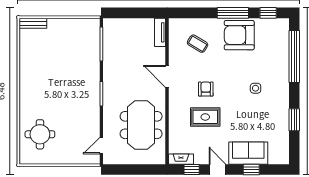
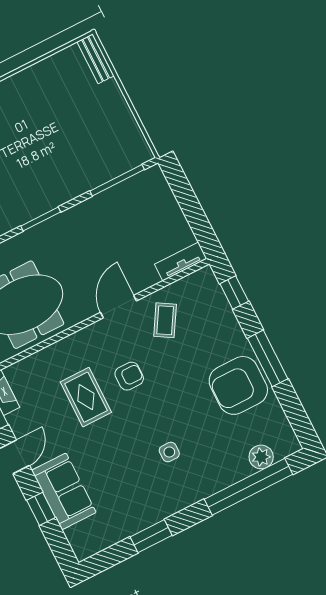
window: (268, 13) -> (234, 293), moved
armchair: (239, 35) -> (238, 385), turned -90
plant: (282, 42) -> (261, 457), added
coffee table: (198, 44) -> (165, 320), moved

